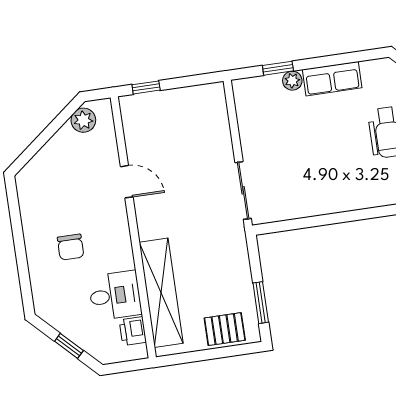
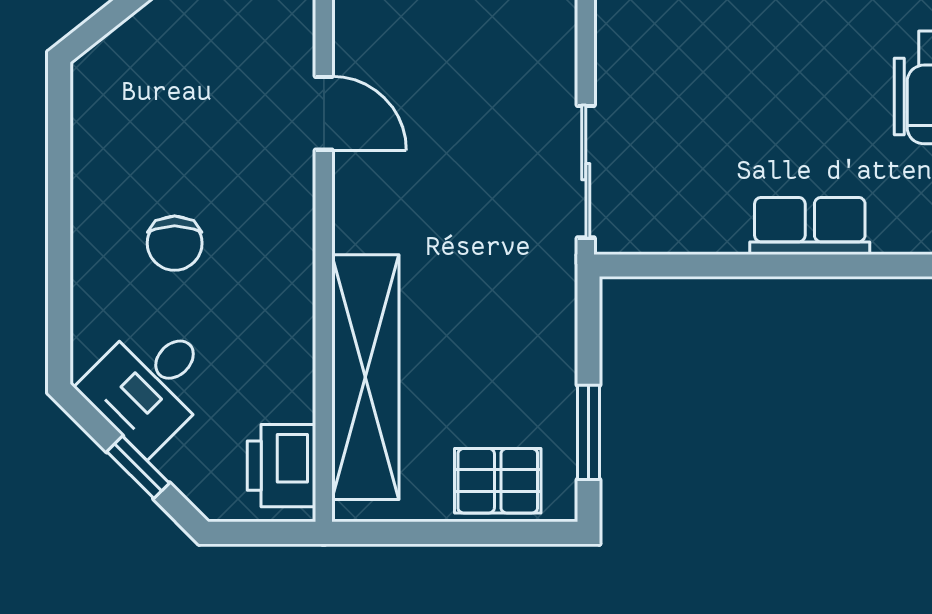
row of seats: (343, 200) -> (810, 226), added
desk: (115, 295) -> (150, 384), moved, turned 135
printer: (133, 331) -> (281, 466), width x1.36, depth x1.24

